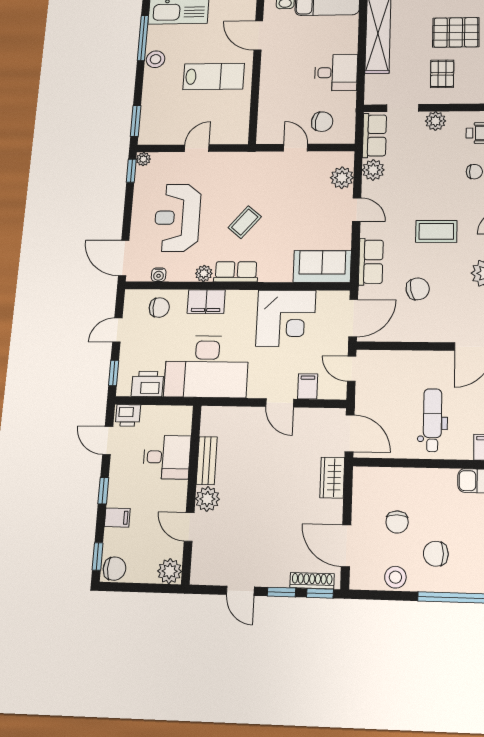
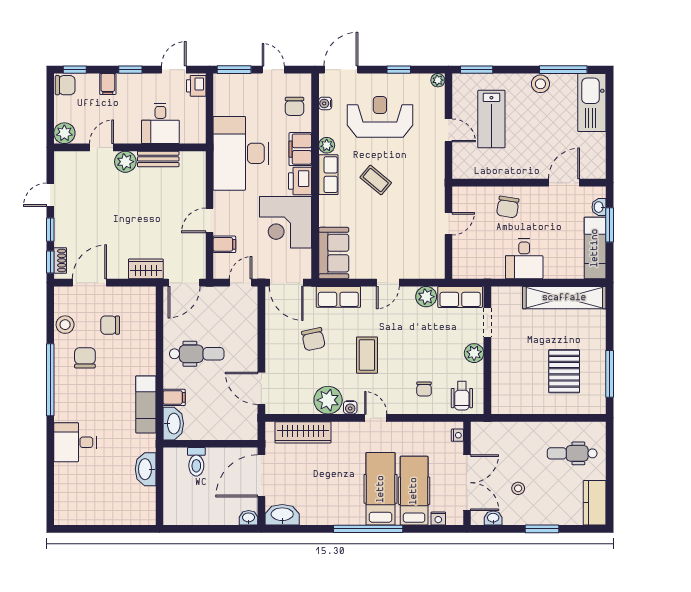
pallet: (442, 74) -> (522, 359), removed
lab bench: (214, 76) -> (491, 119), moved
chair: (322, 122) -> (508, 207), moved
window: (131, 171) -> (399, 70), moved
plant: (342, 178) -> (419, 268), removed
window: (114, 373) -> (234, 70), width x1.50
printer: (147, 384) -> (300, 181), moved, turned 180
chair: (114, 569) -> (65, 85), turned -90
shoe rack: (312, 581) -> (60, 261), width x0.70

